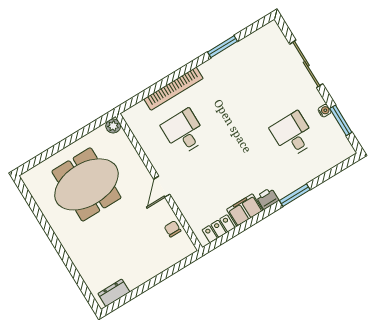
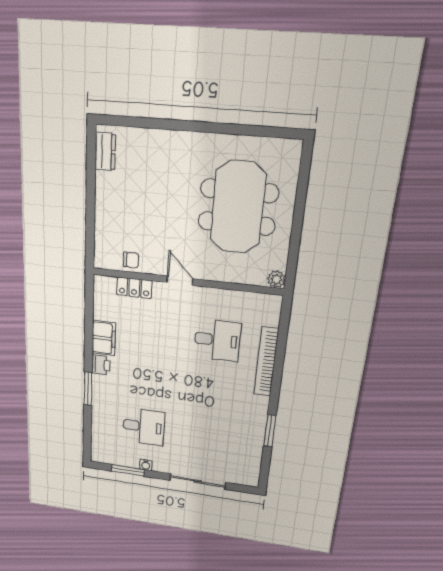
locker: (219, 229) -> (134, 288), moved, turned 90

